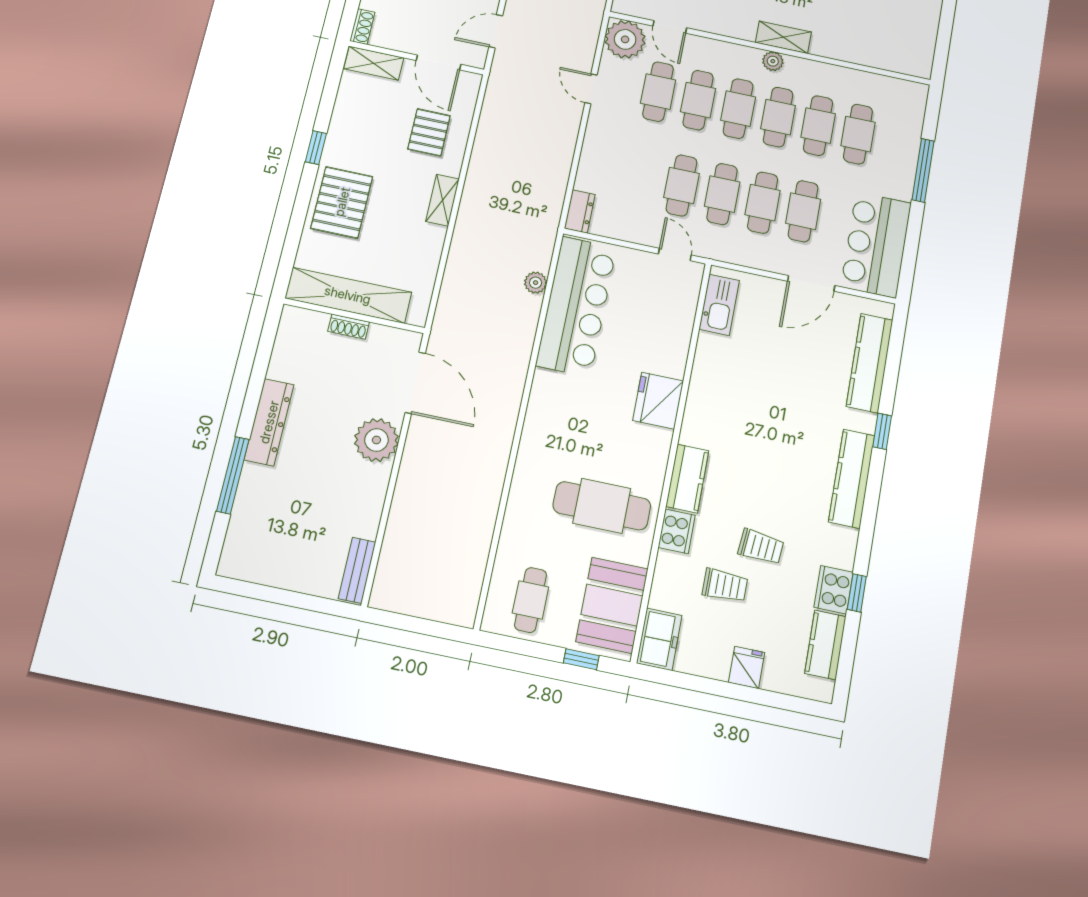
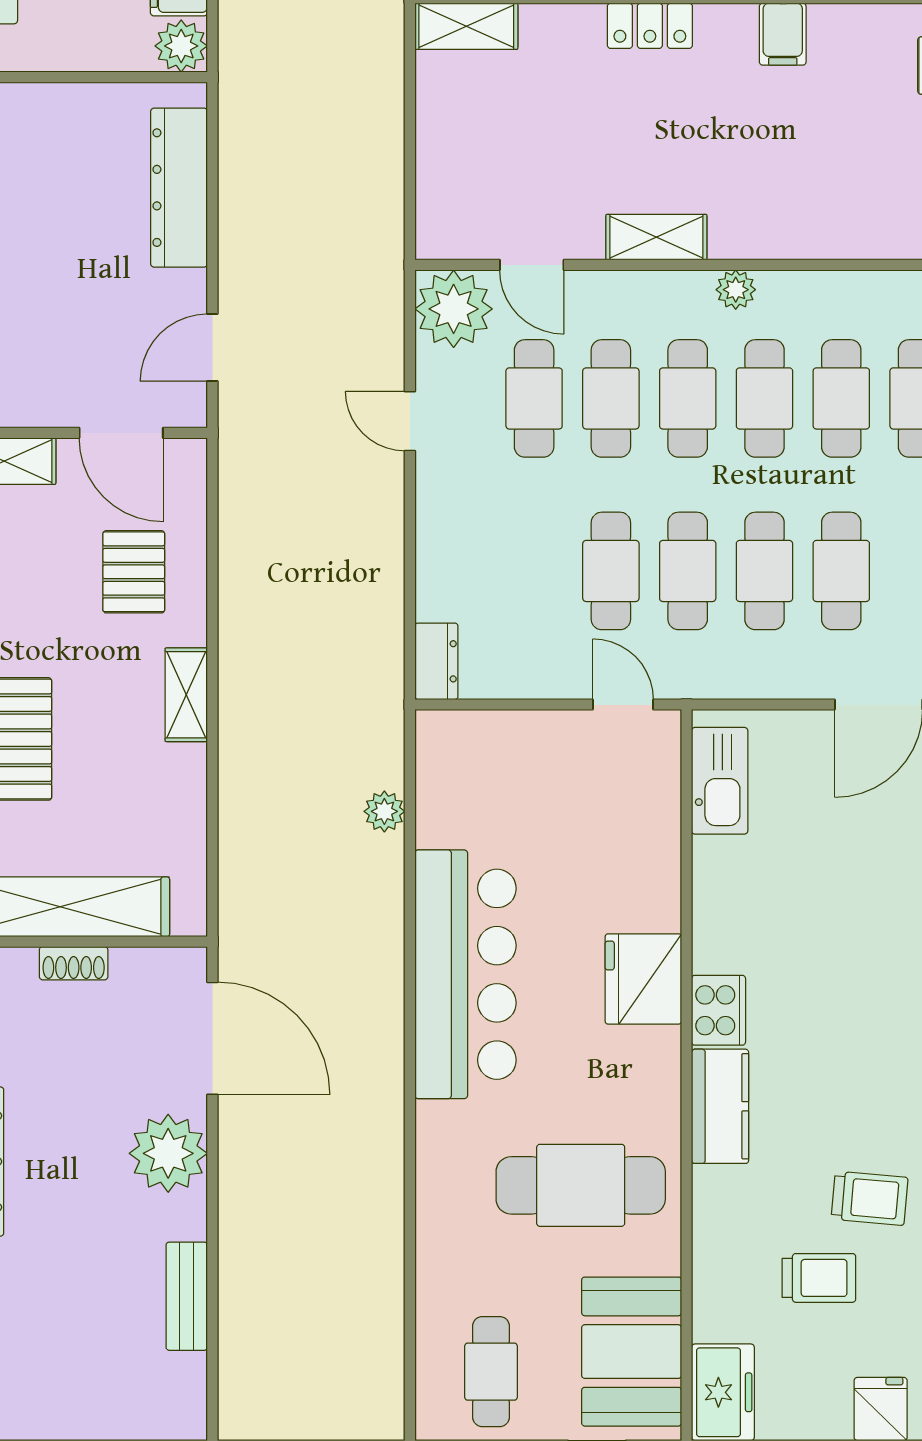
shelving: (783, 37) -> (656, 237), moved
bar counter: (576, 306) -> (466, 974), moved
cooker: (677, 531) -> (719, 1010), moved
bench: (357, 570) -> (187, 1296), moved

